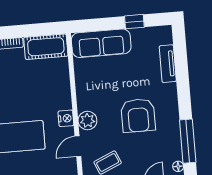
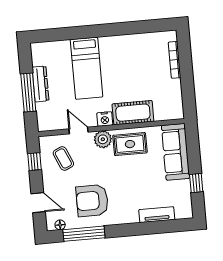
cot: (46, 47) -> (133, 113), moved, turned 90
rug: (93, 92) -> (130, 144), added
armchair: (138, 115) -> (92, 201), moved

